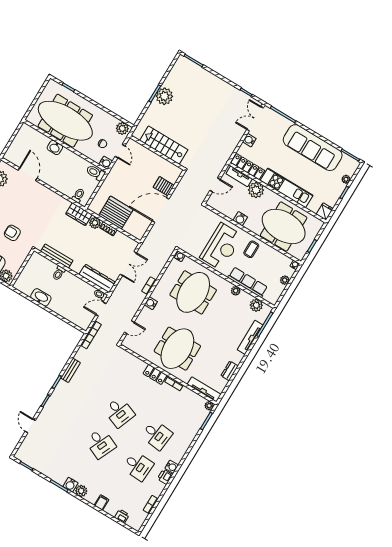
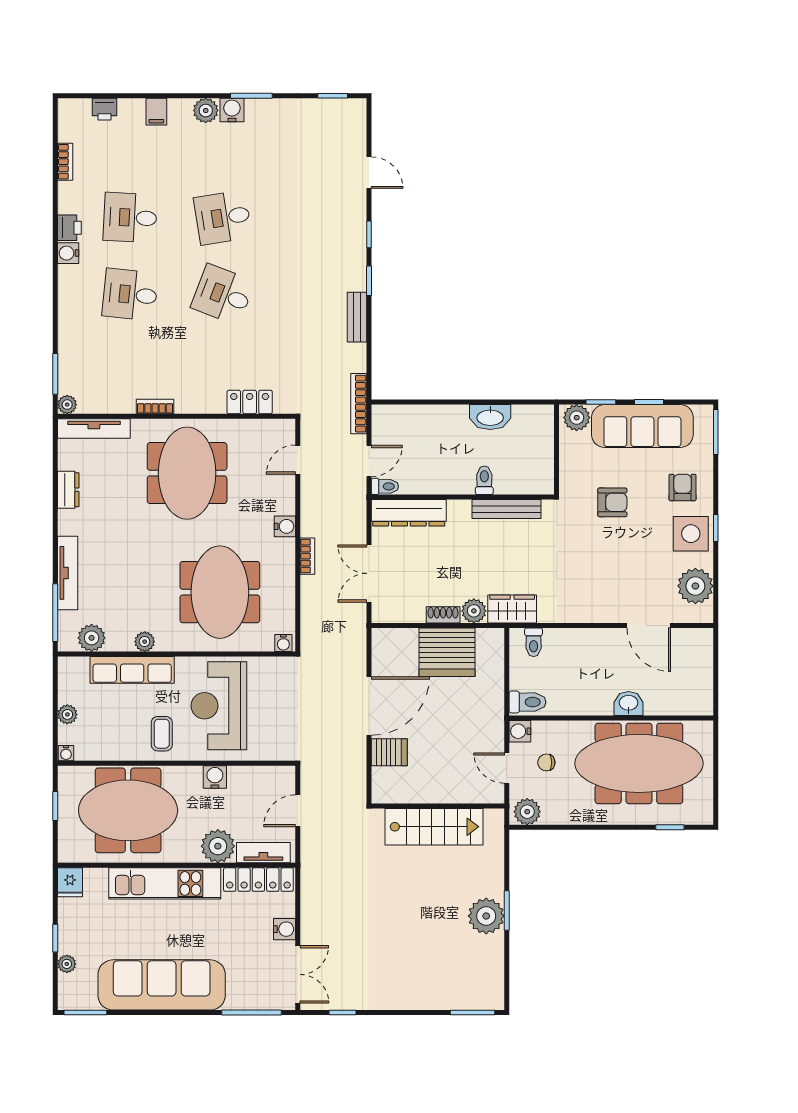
locker: (155, 374) -> (250, 402), moved
desk: (100, 443) -> (223, 218), turned -33

